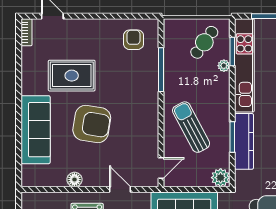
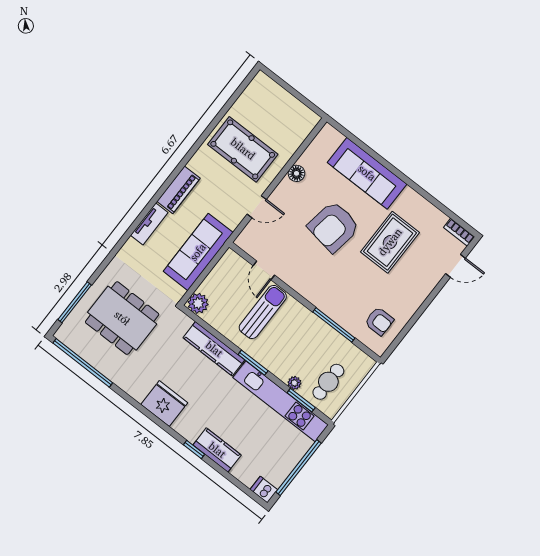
cafe table: (204, 42) -> (328, 382), turned 54
sun lounger: (191, 127) -> (263, 312), turned -62
window: (232, 137) -> (253, 363), moved
door: (161, 168) -> (264, 270), moved

